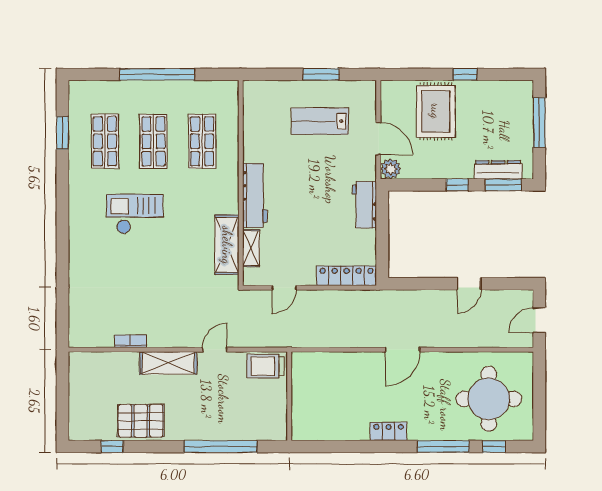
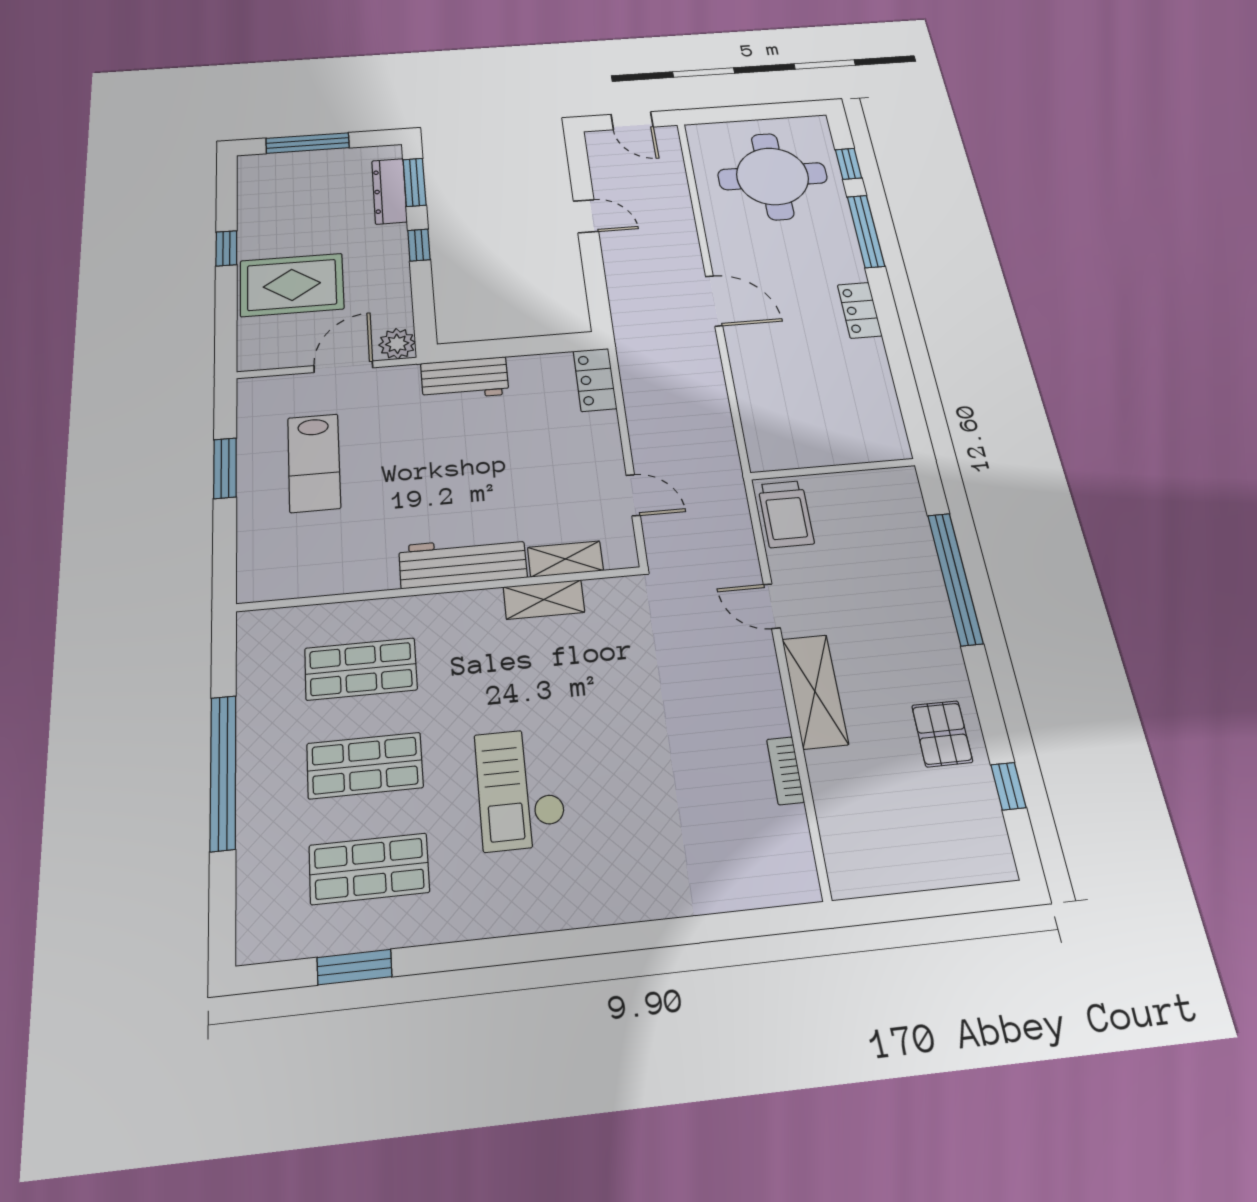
shelving: (227, 245) -> (544, 600), width x0.67, depth x0.75
locker: (347, 276) -> (595, 380), width x0.66
pallet: (141, 421) -> (942, 734), width x0.67, depth x0.71

